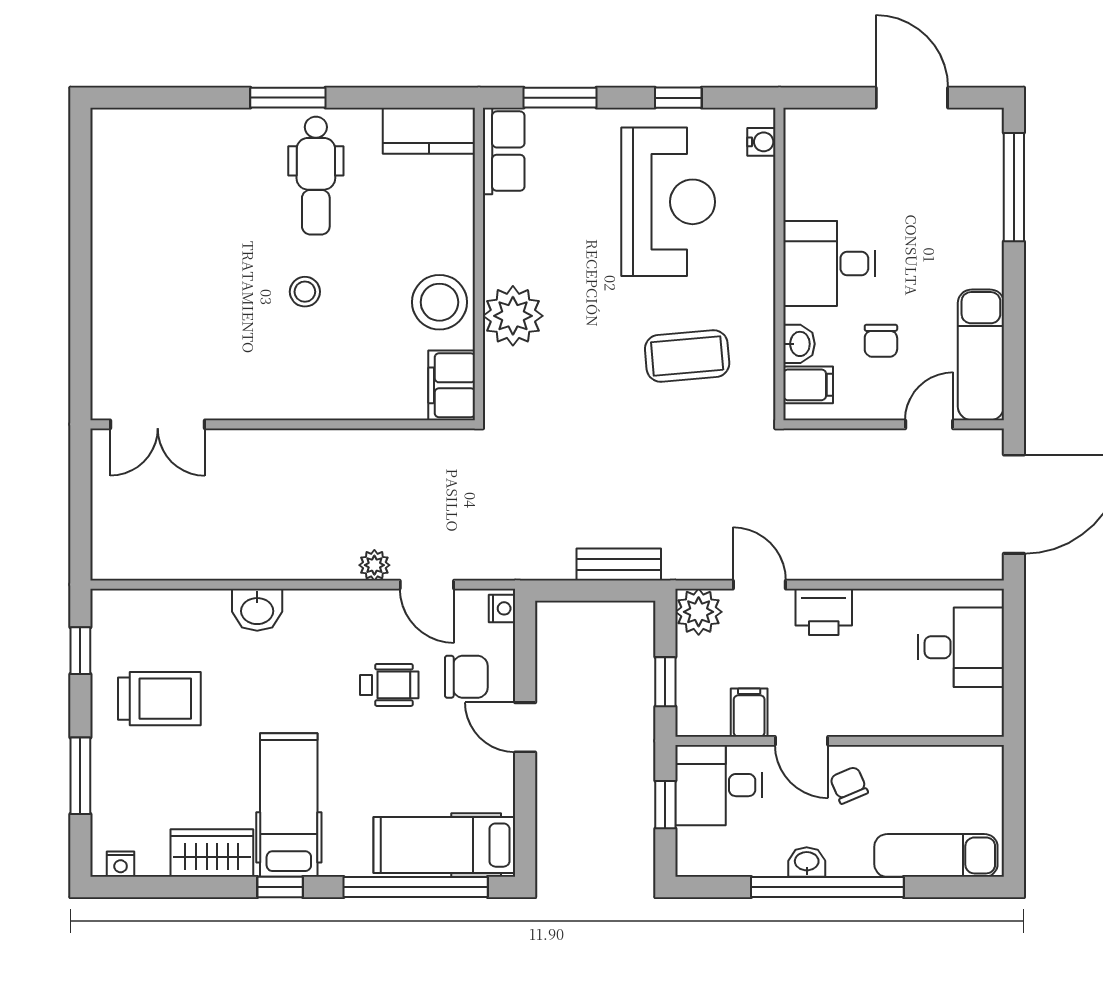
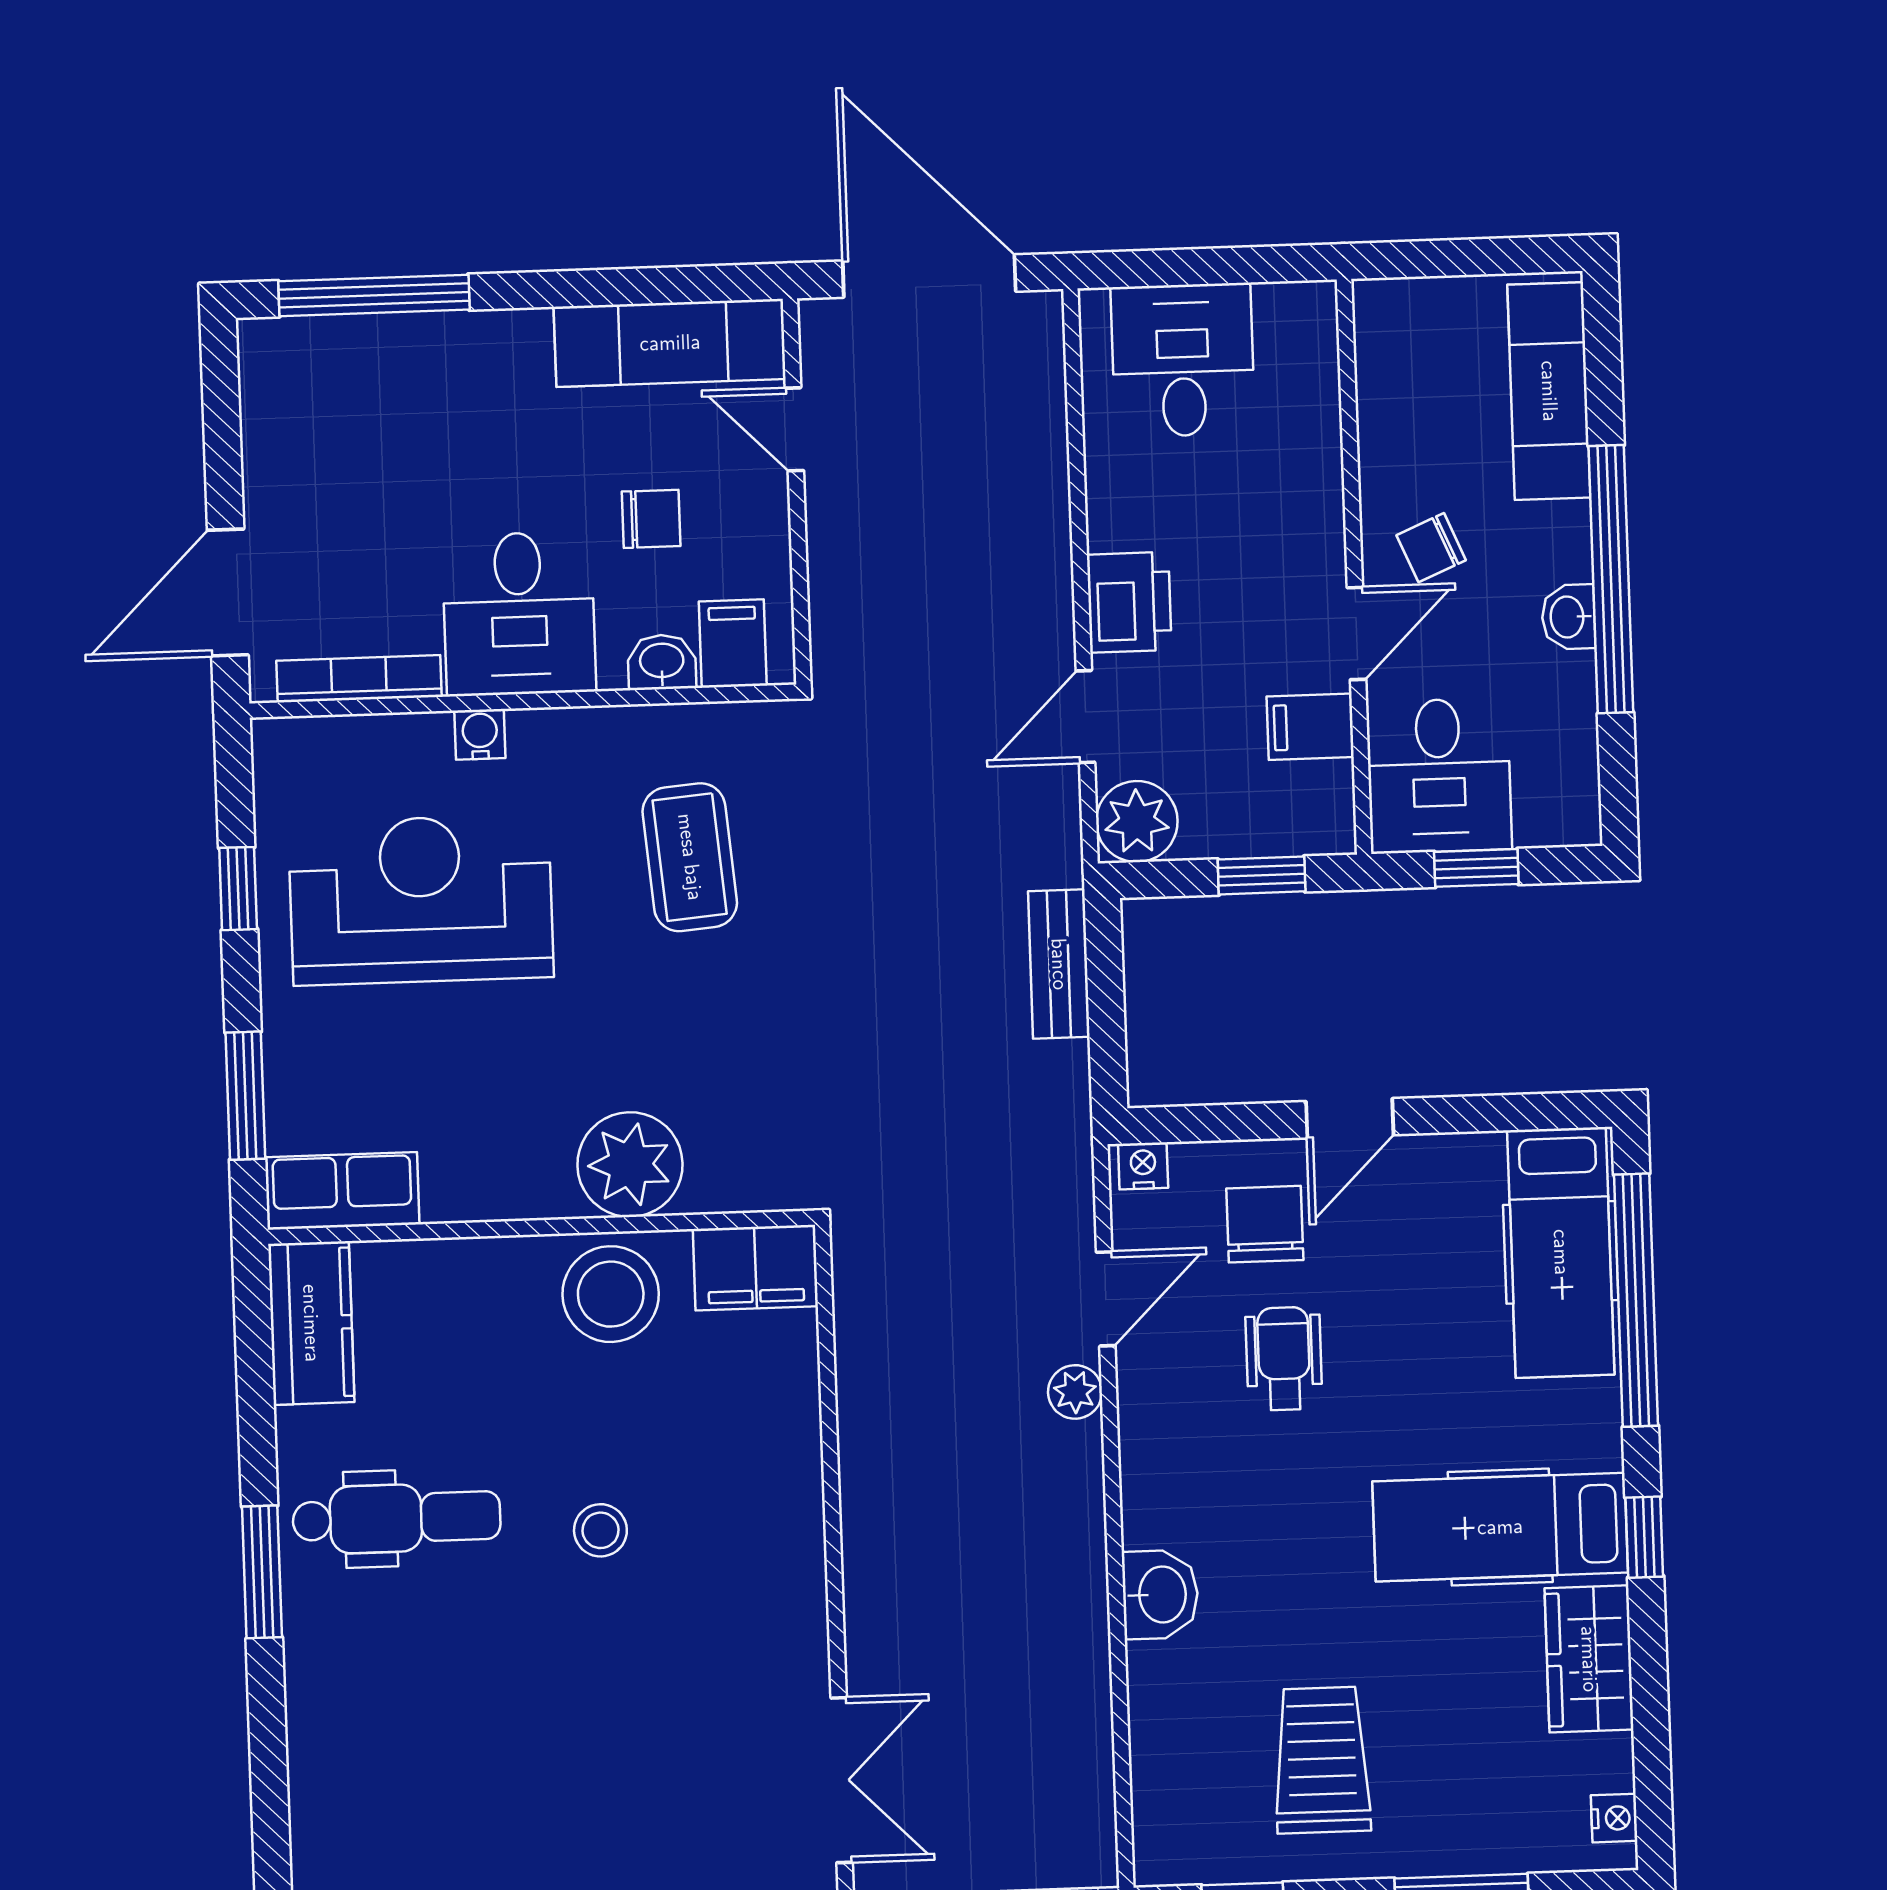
door: (912, 98) -> (228, 593), moved
water cooler: (761, 142) -> (480, 734), moved
bookcase: (795, 171) -> (359, 679), added

